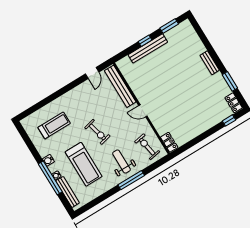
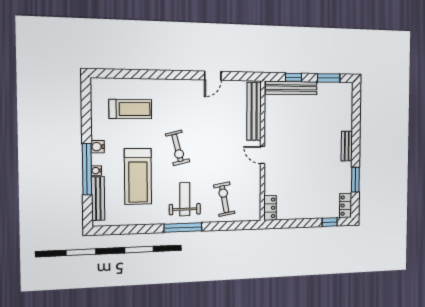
bench: (120, 86) -> (254, 111), moved
wall: (141, 108) -> (263, 151), moved
door: (143, 111) -> (263, 155), moved
locker: (169, 142) -> (270, 208), moved

